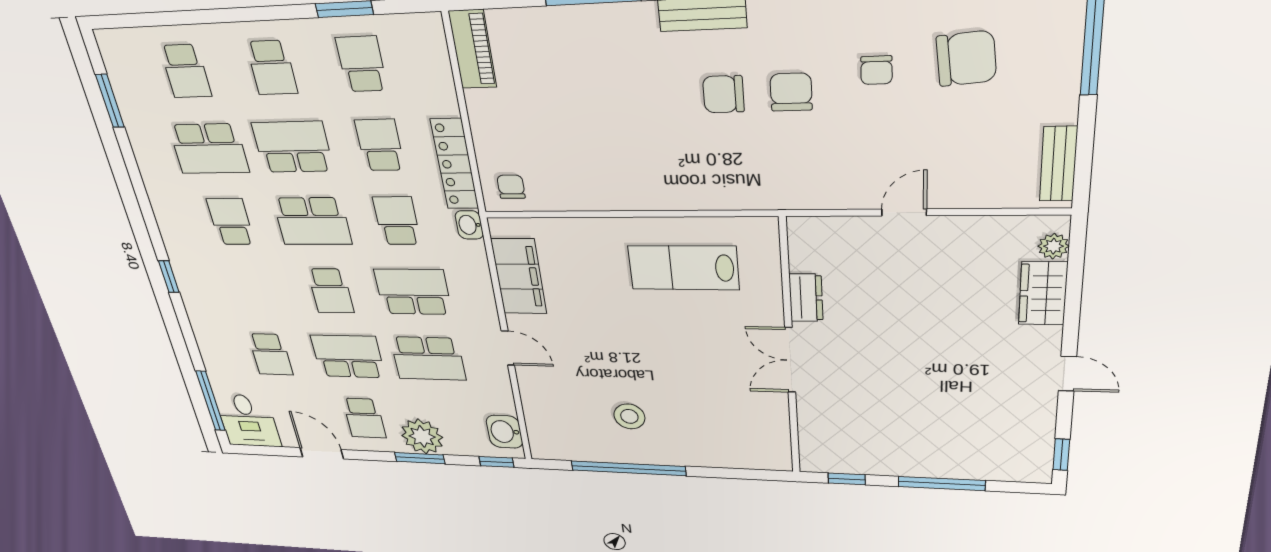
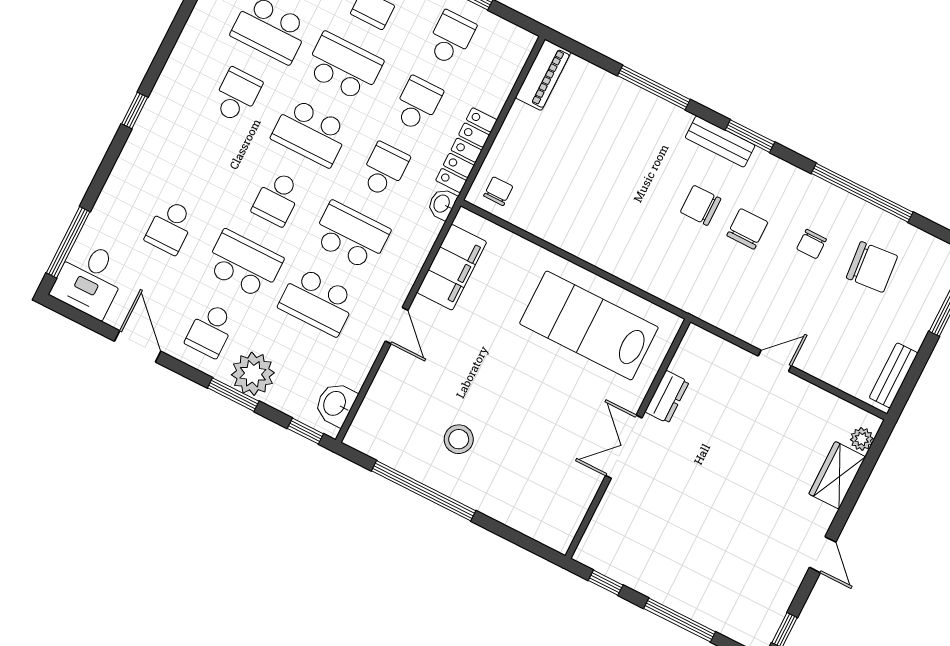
lab bench: (683, 268) -> (589, 325), width x1.36, depth x1.39

